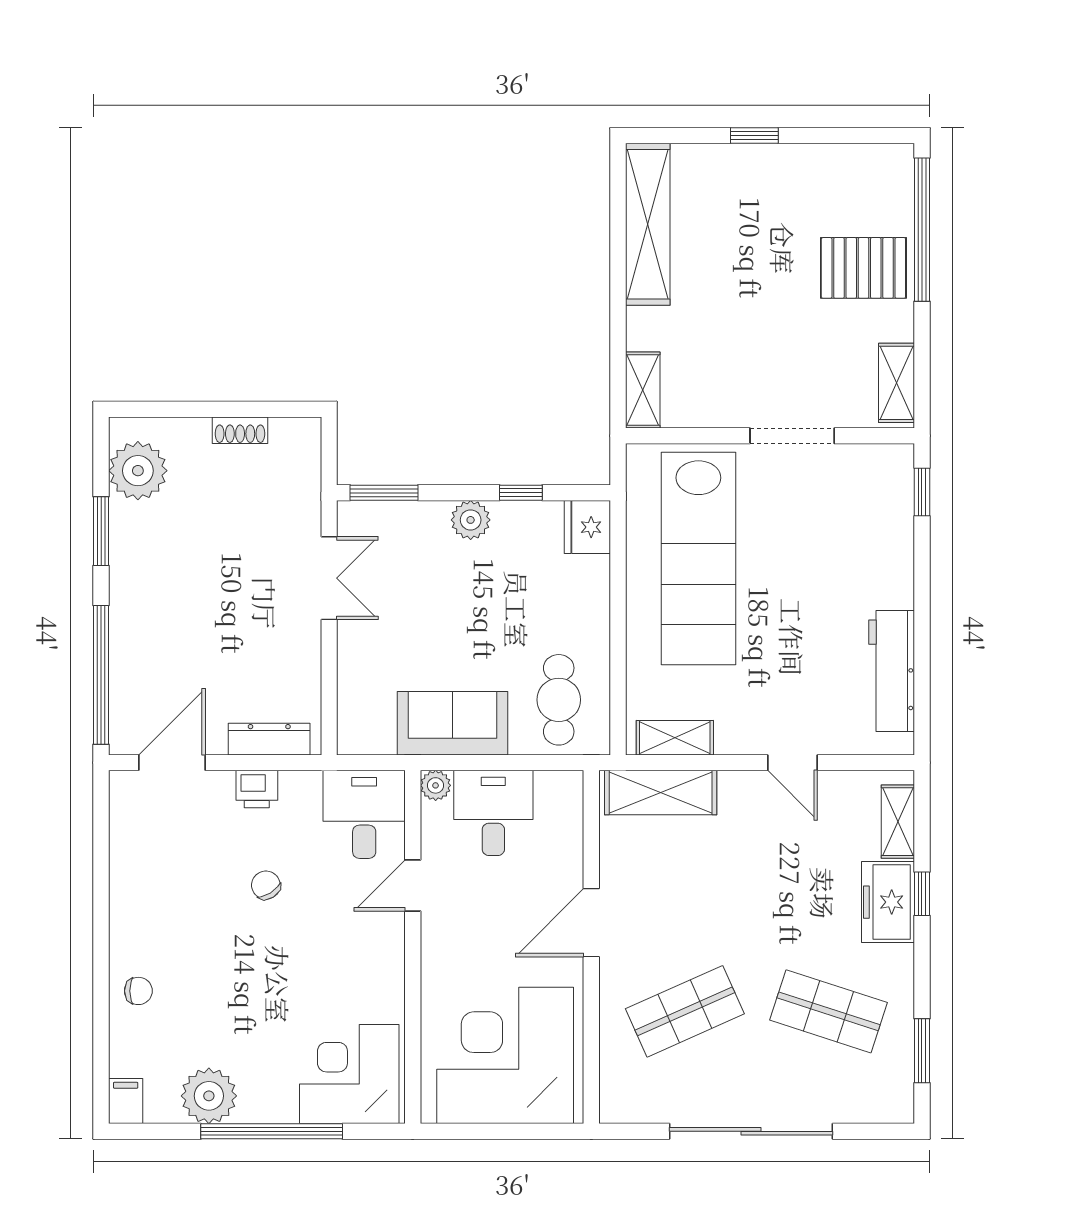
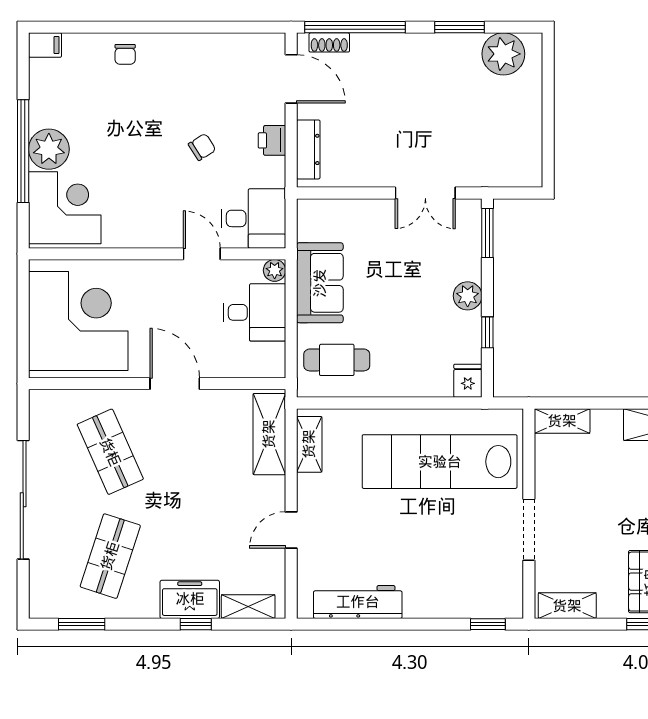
shoe rack: (240, 430) -> (329, 42), moved, turned -90
fridge: (587, 527) -> (468, 381), width x0.72
plant: (209, 1096) -> (49, 149), moved

